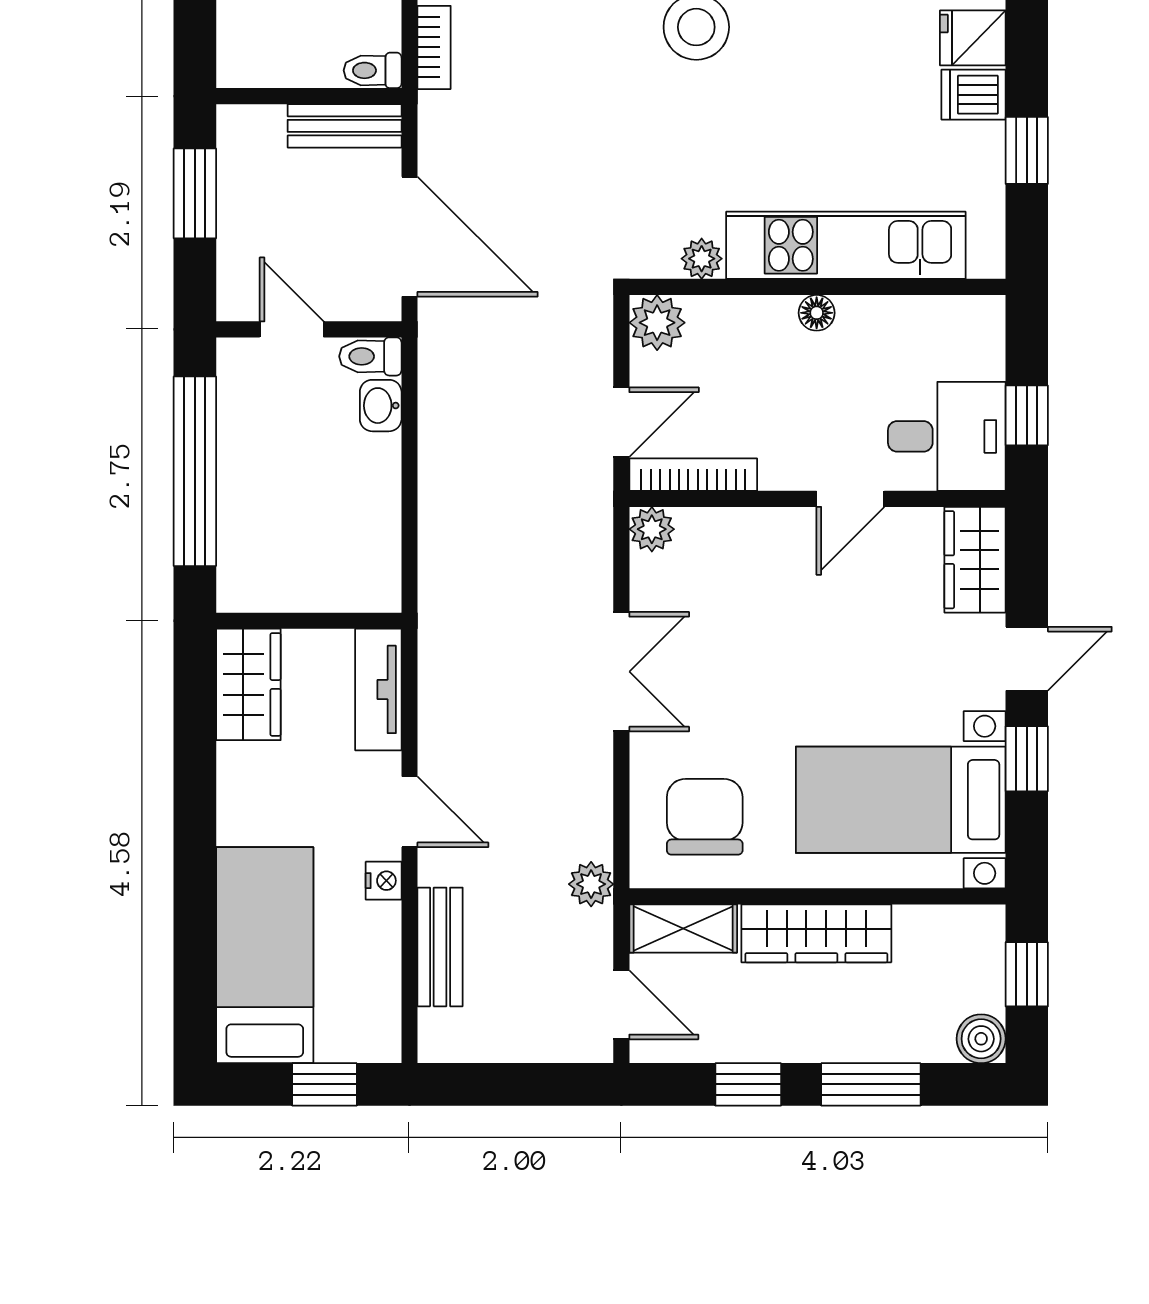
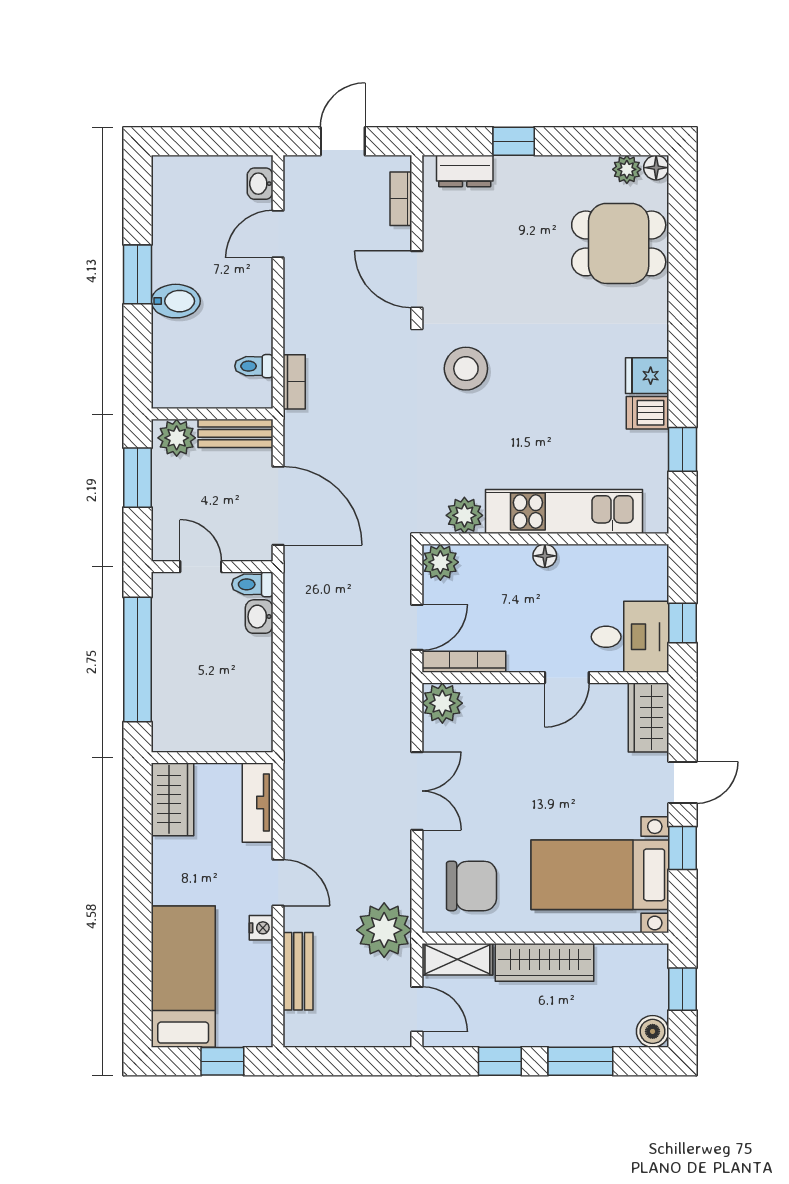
toilet: (373, 70) -> (254, 366), moved
plant: (255, 133) -> (177, 438), added
plant: (702, 259) -> (464, 515), width x1.38, depth x1.38
plant: (652, 529) -> (442, 703), width x1.38, depth x1.38
chair: (705, 817) -> (471, 886), turned 90
plant: (591, 884) -> (384, 930), width x1.87, depth x1.87

